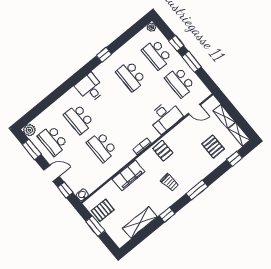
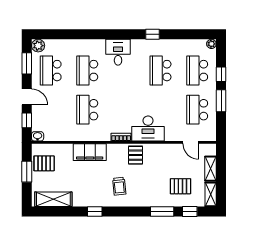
desk: (165, 117) -> (148, 128), moved
pallet: (213, 146) -> (180, 186), turned 90
window: (197, 190) -> (162, 212), moved
shelving: (140, 223) -> (53, 199), moved

